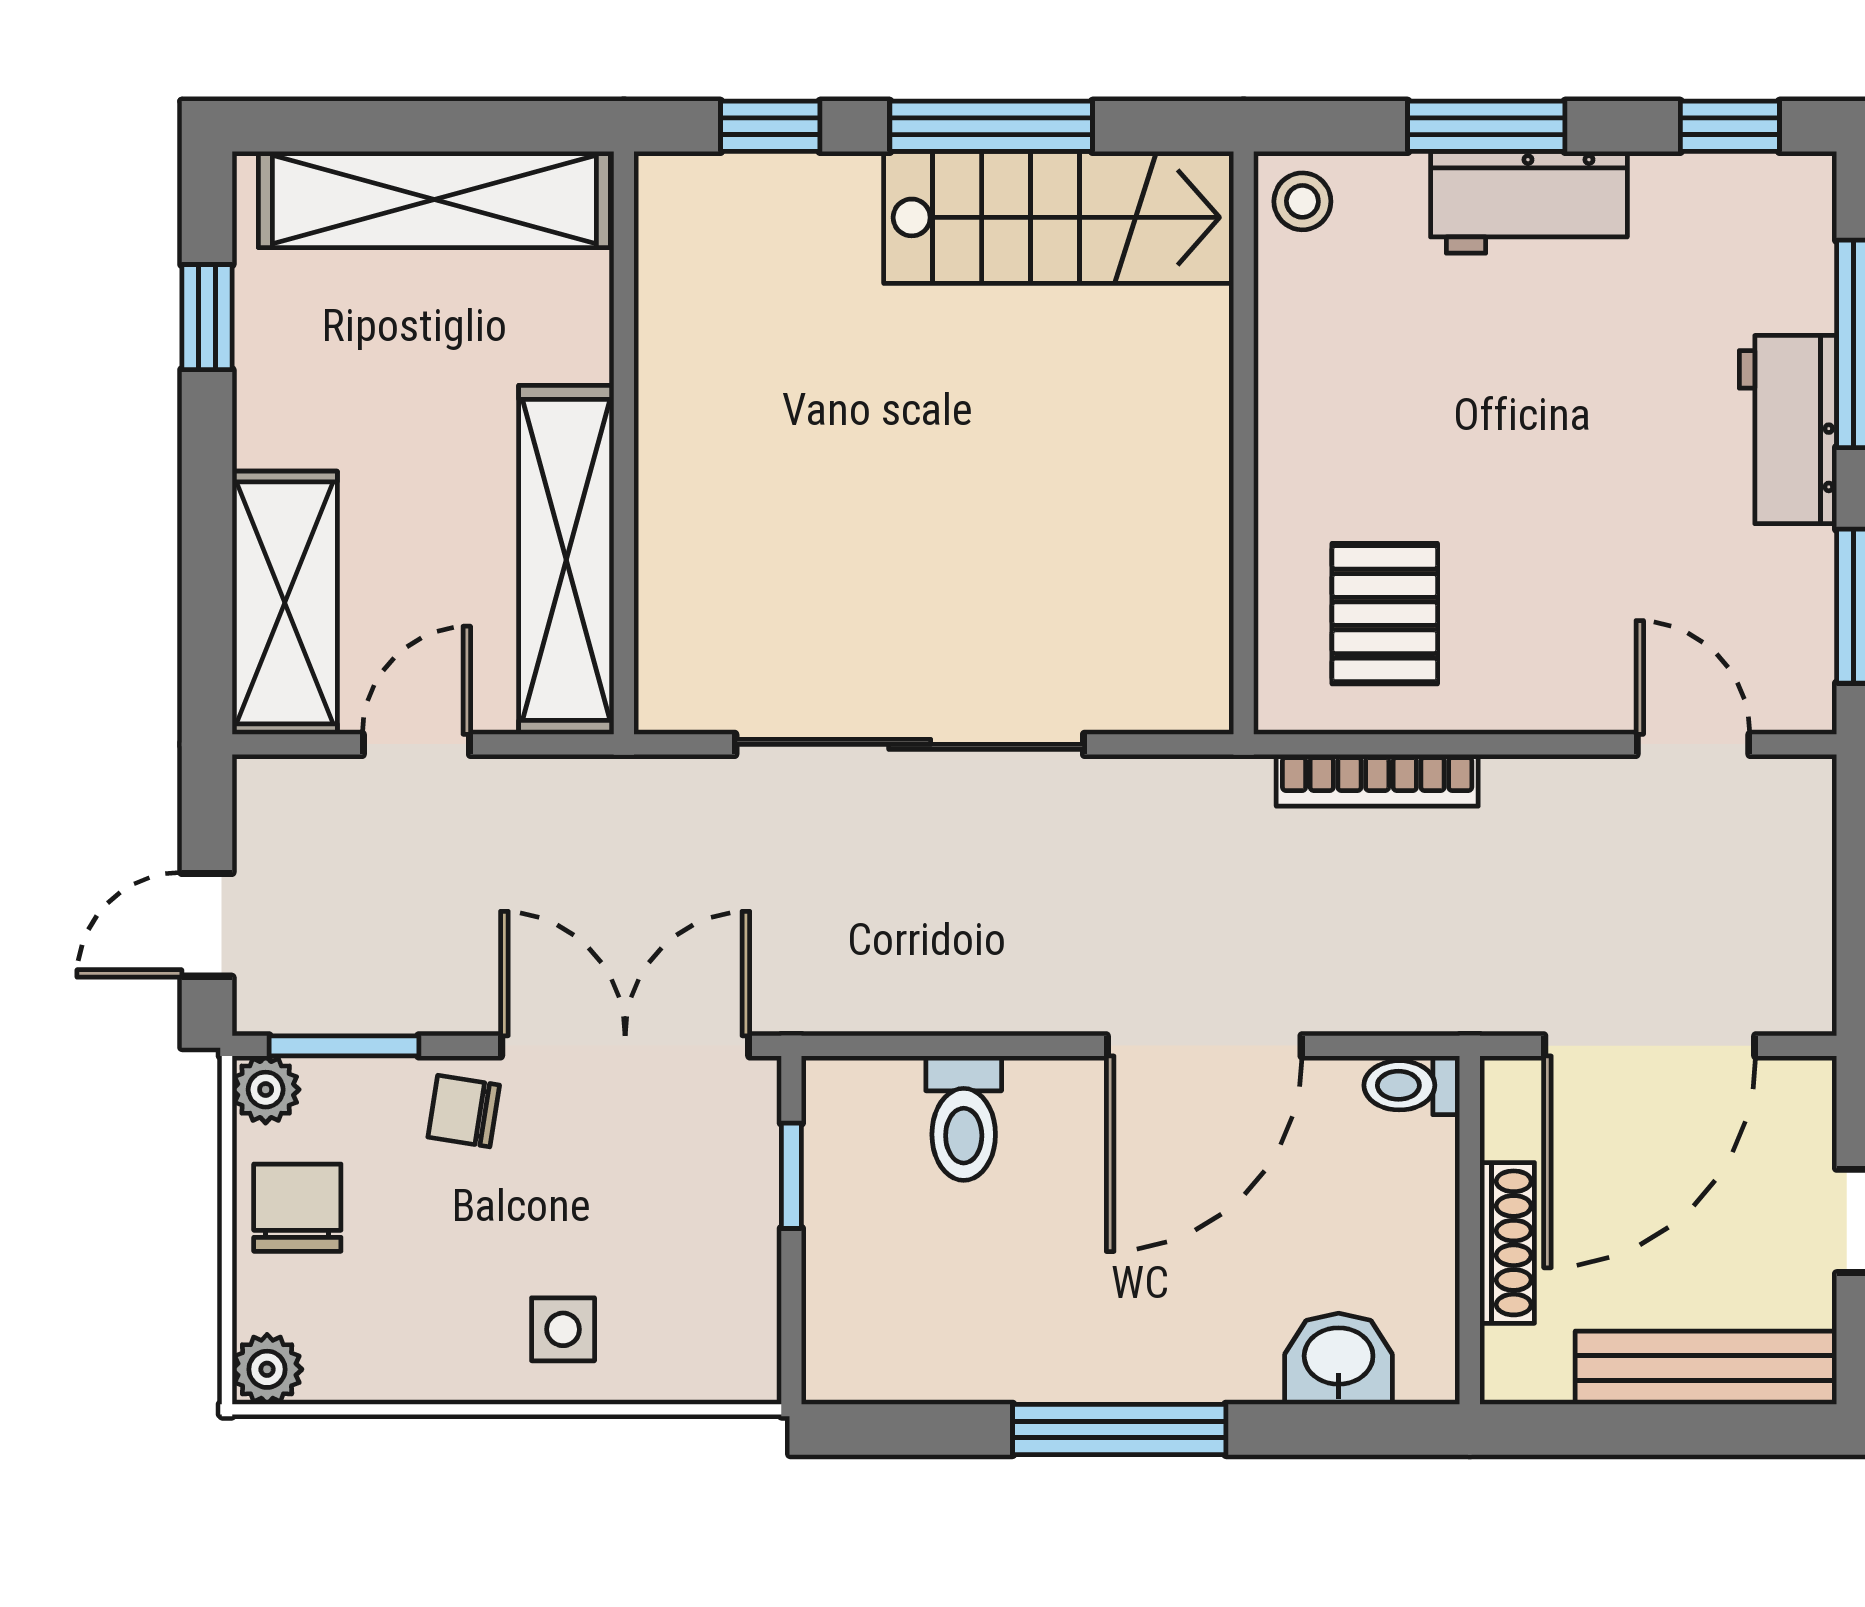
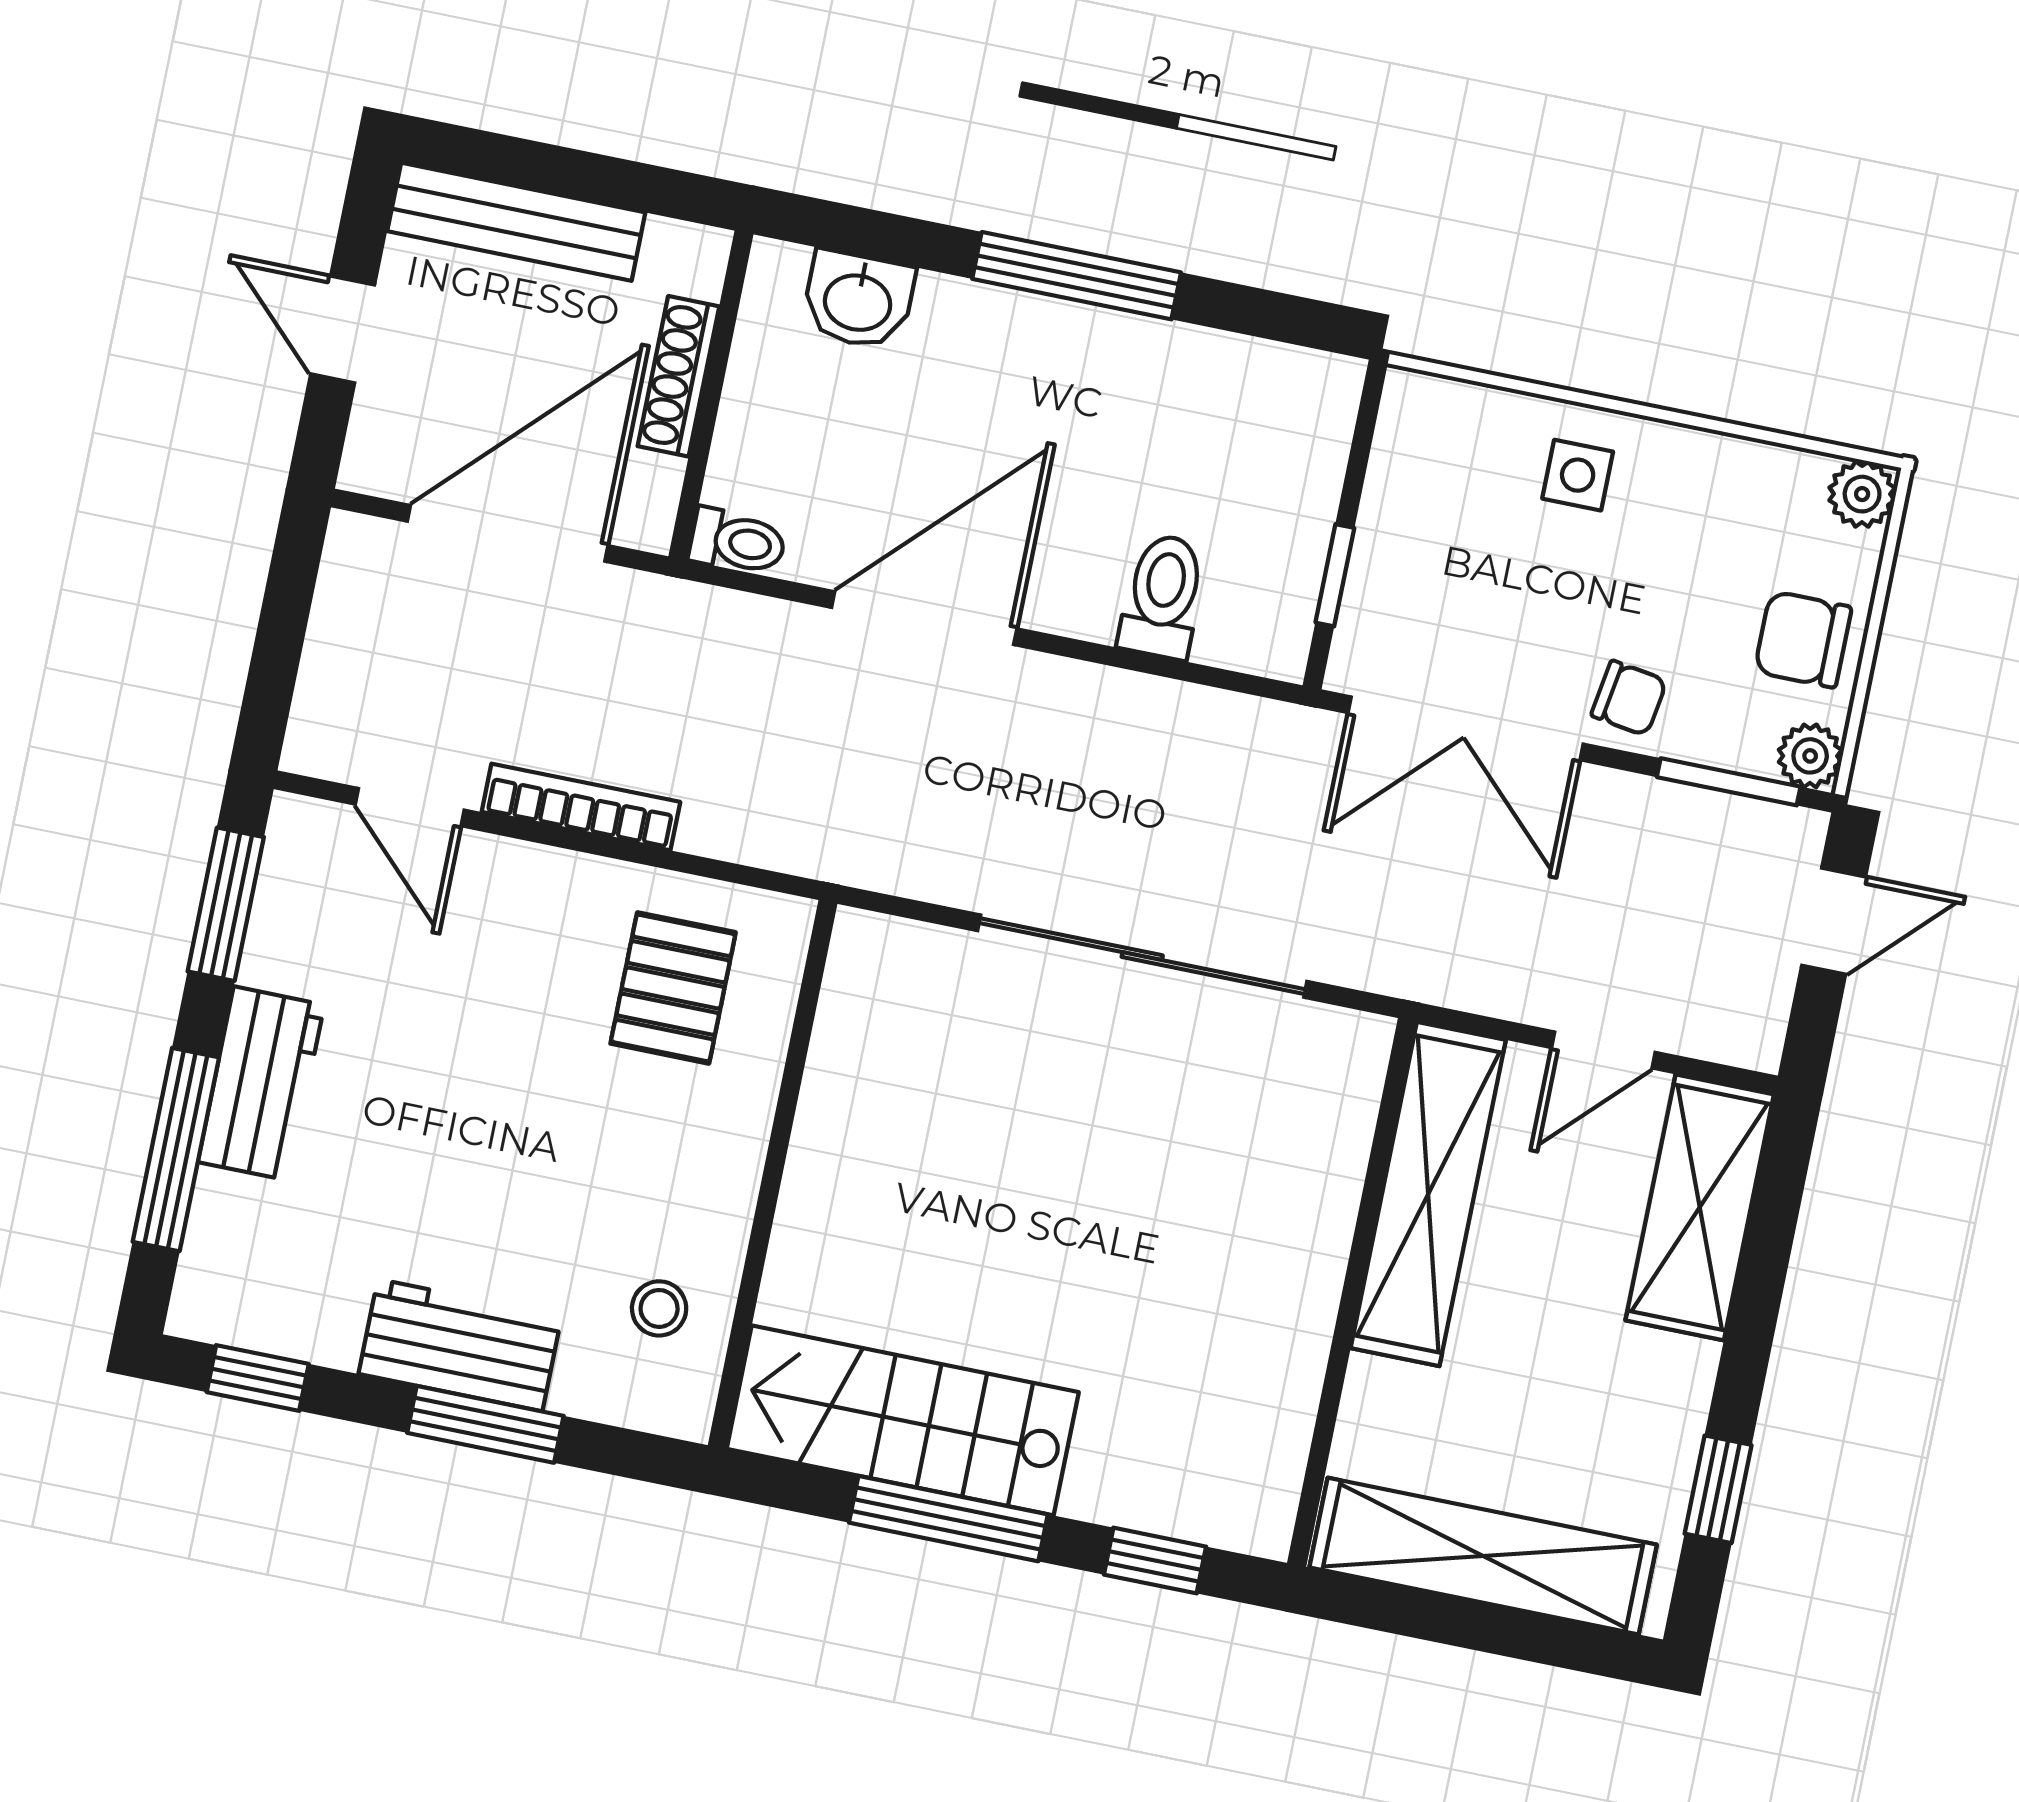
stool: (1302, 201) -> (659, 1308), moved
bookcase: (1377, 780) -> (581, 807), moved
chair: (297, 1208) -> (1803, 639), turned 90

